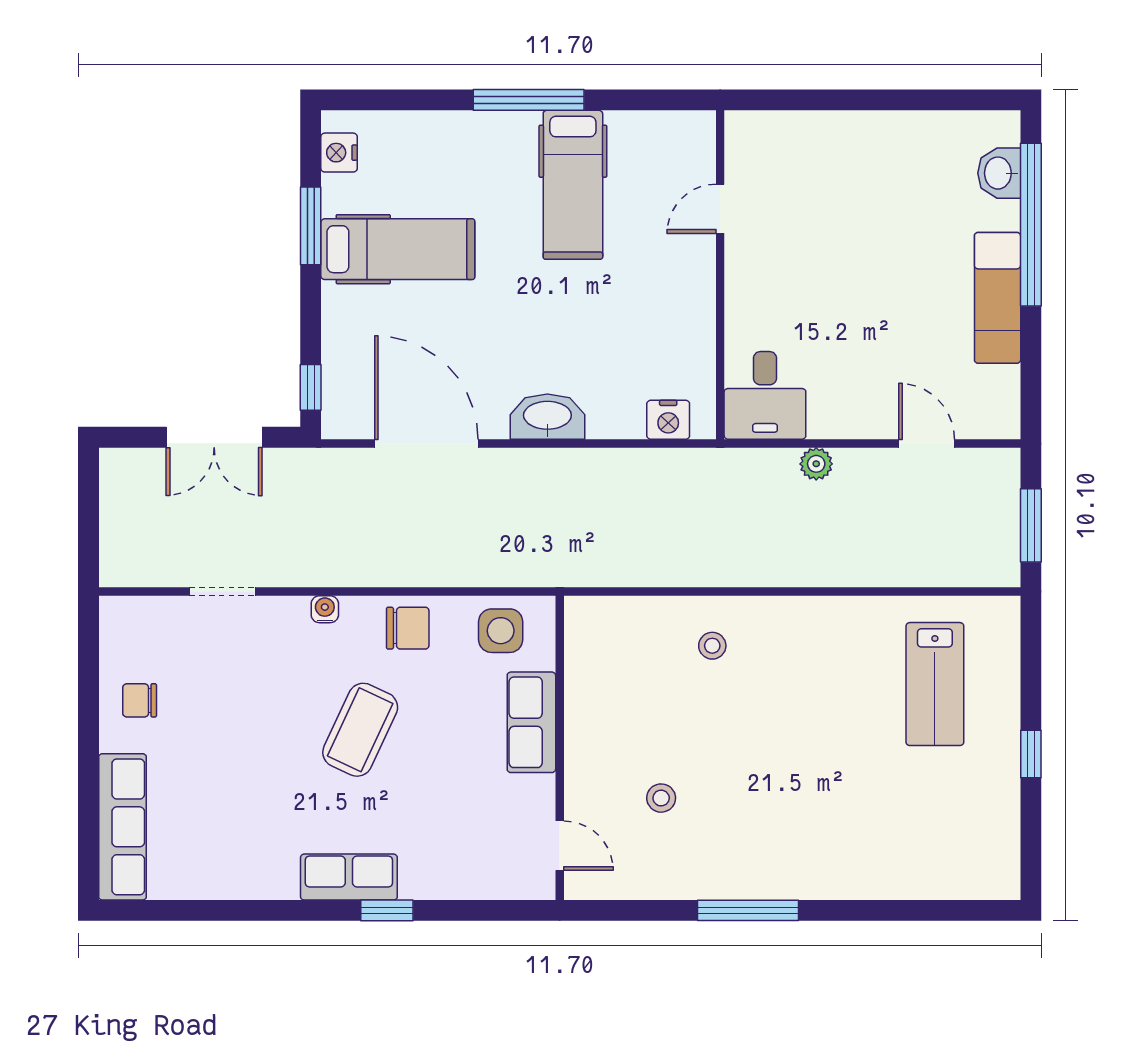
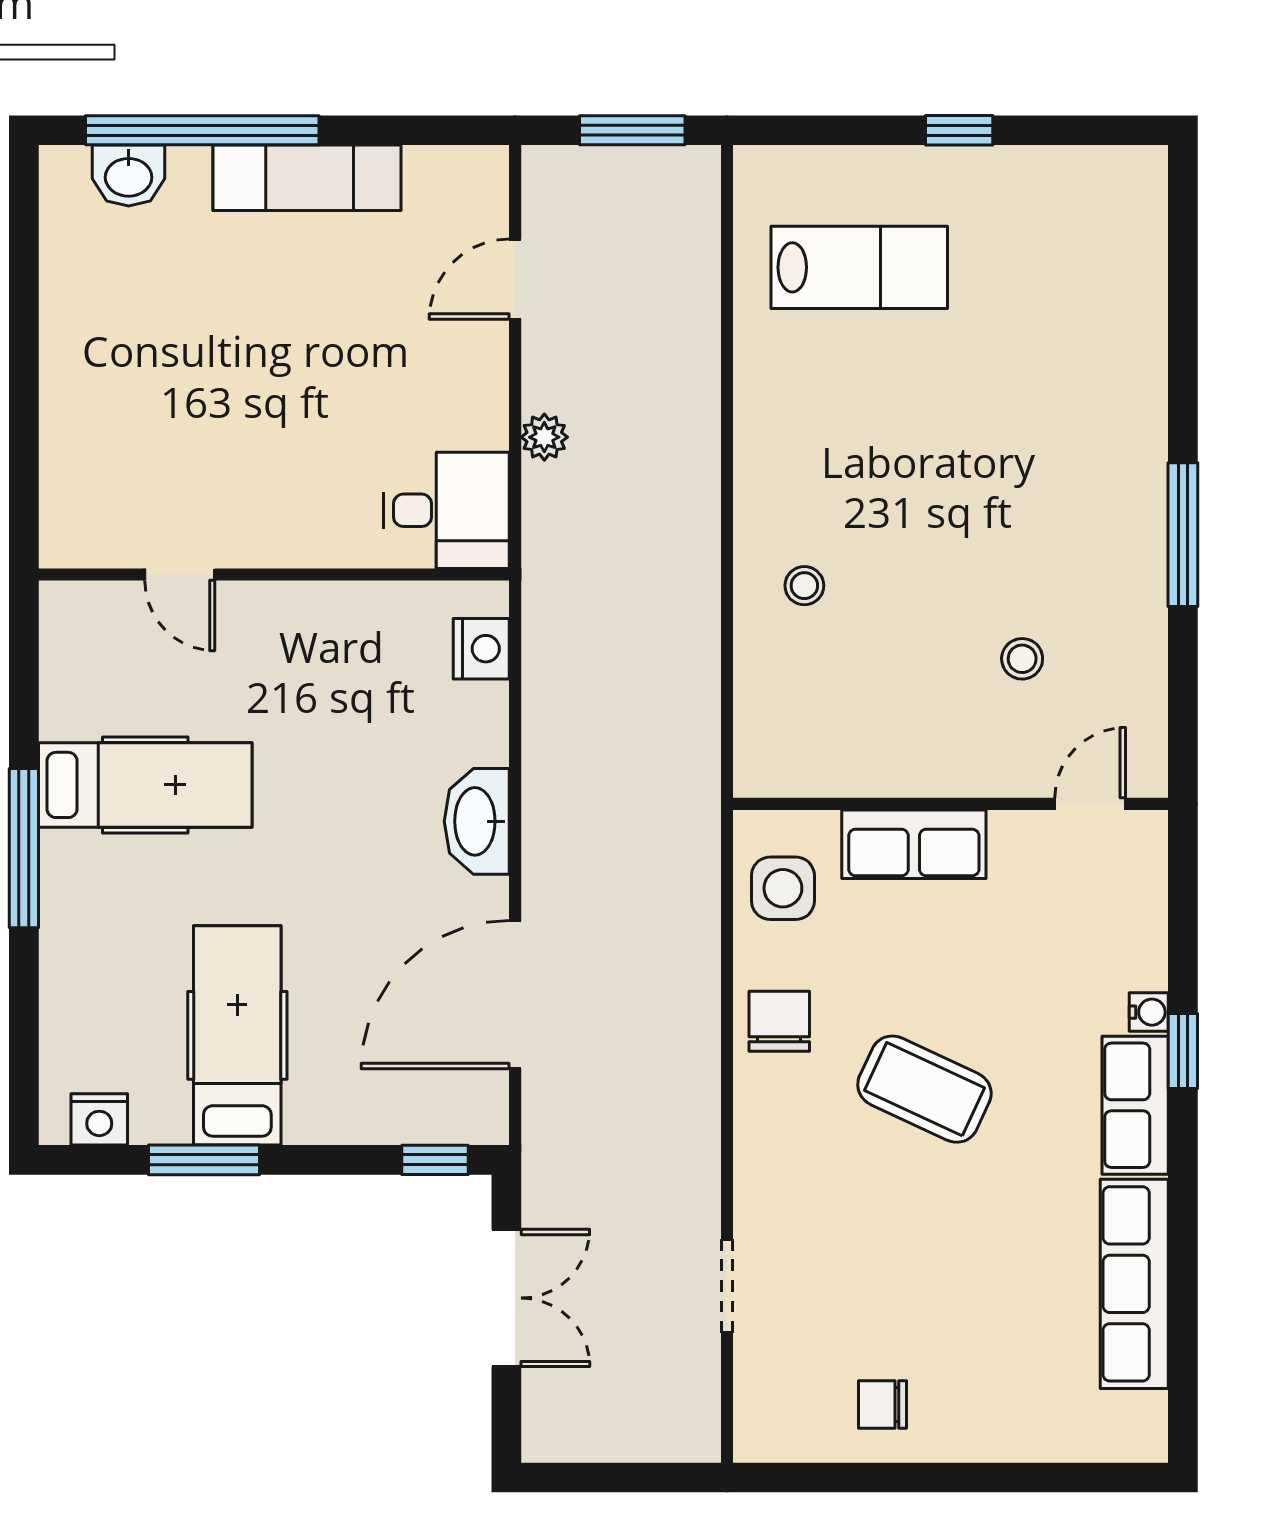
water cooler: (325, 609) -> (1149, 1012), moved, turned 180
chair: (140, 700) -> (883, 1404), turned 90
row of seats: (123, 827) -> (1134, 1284), moved, turned -90

